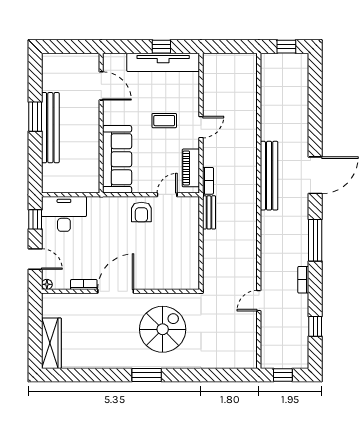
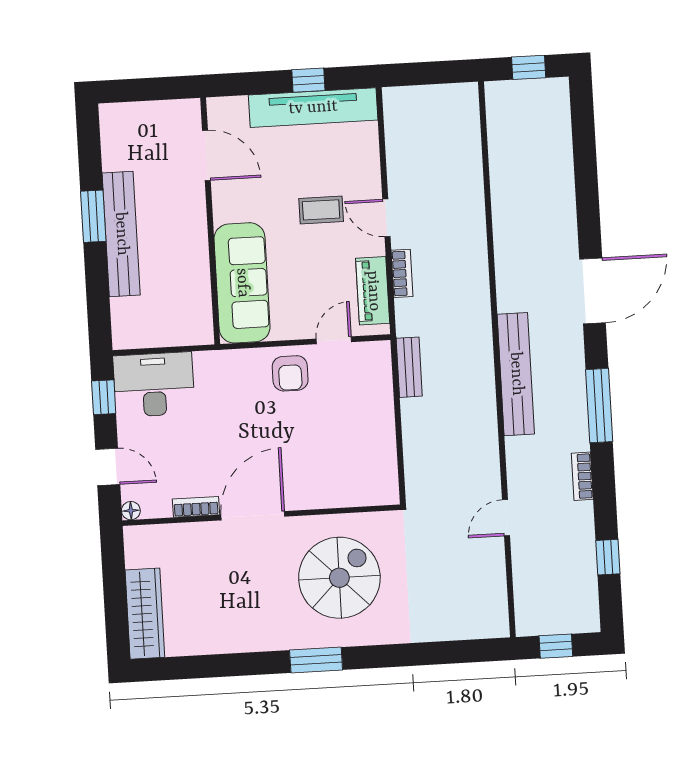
door: (201, 127) -> (386, 218), swing flipped
bench: (269, 176) -> (516, 374), moved
bookcase: (208, 181) -> (402, 273), moved

